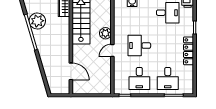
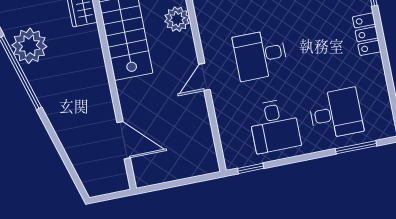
plant: (105, 33) -> (177, 19), moved
locker: (189, 51) -> (367, 34), width x0.66
desk: (168, 78) -> (336, 114), turned -90

